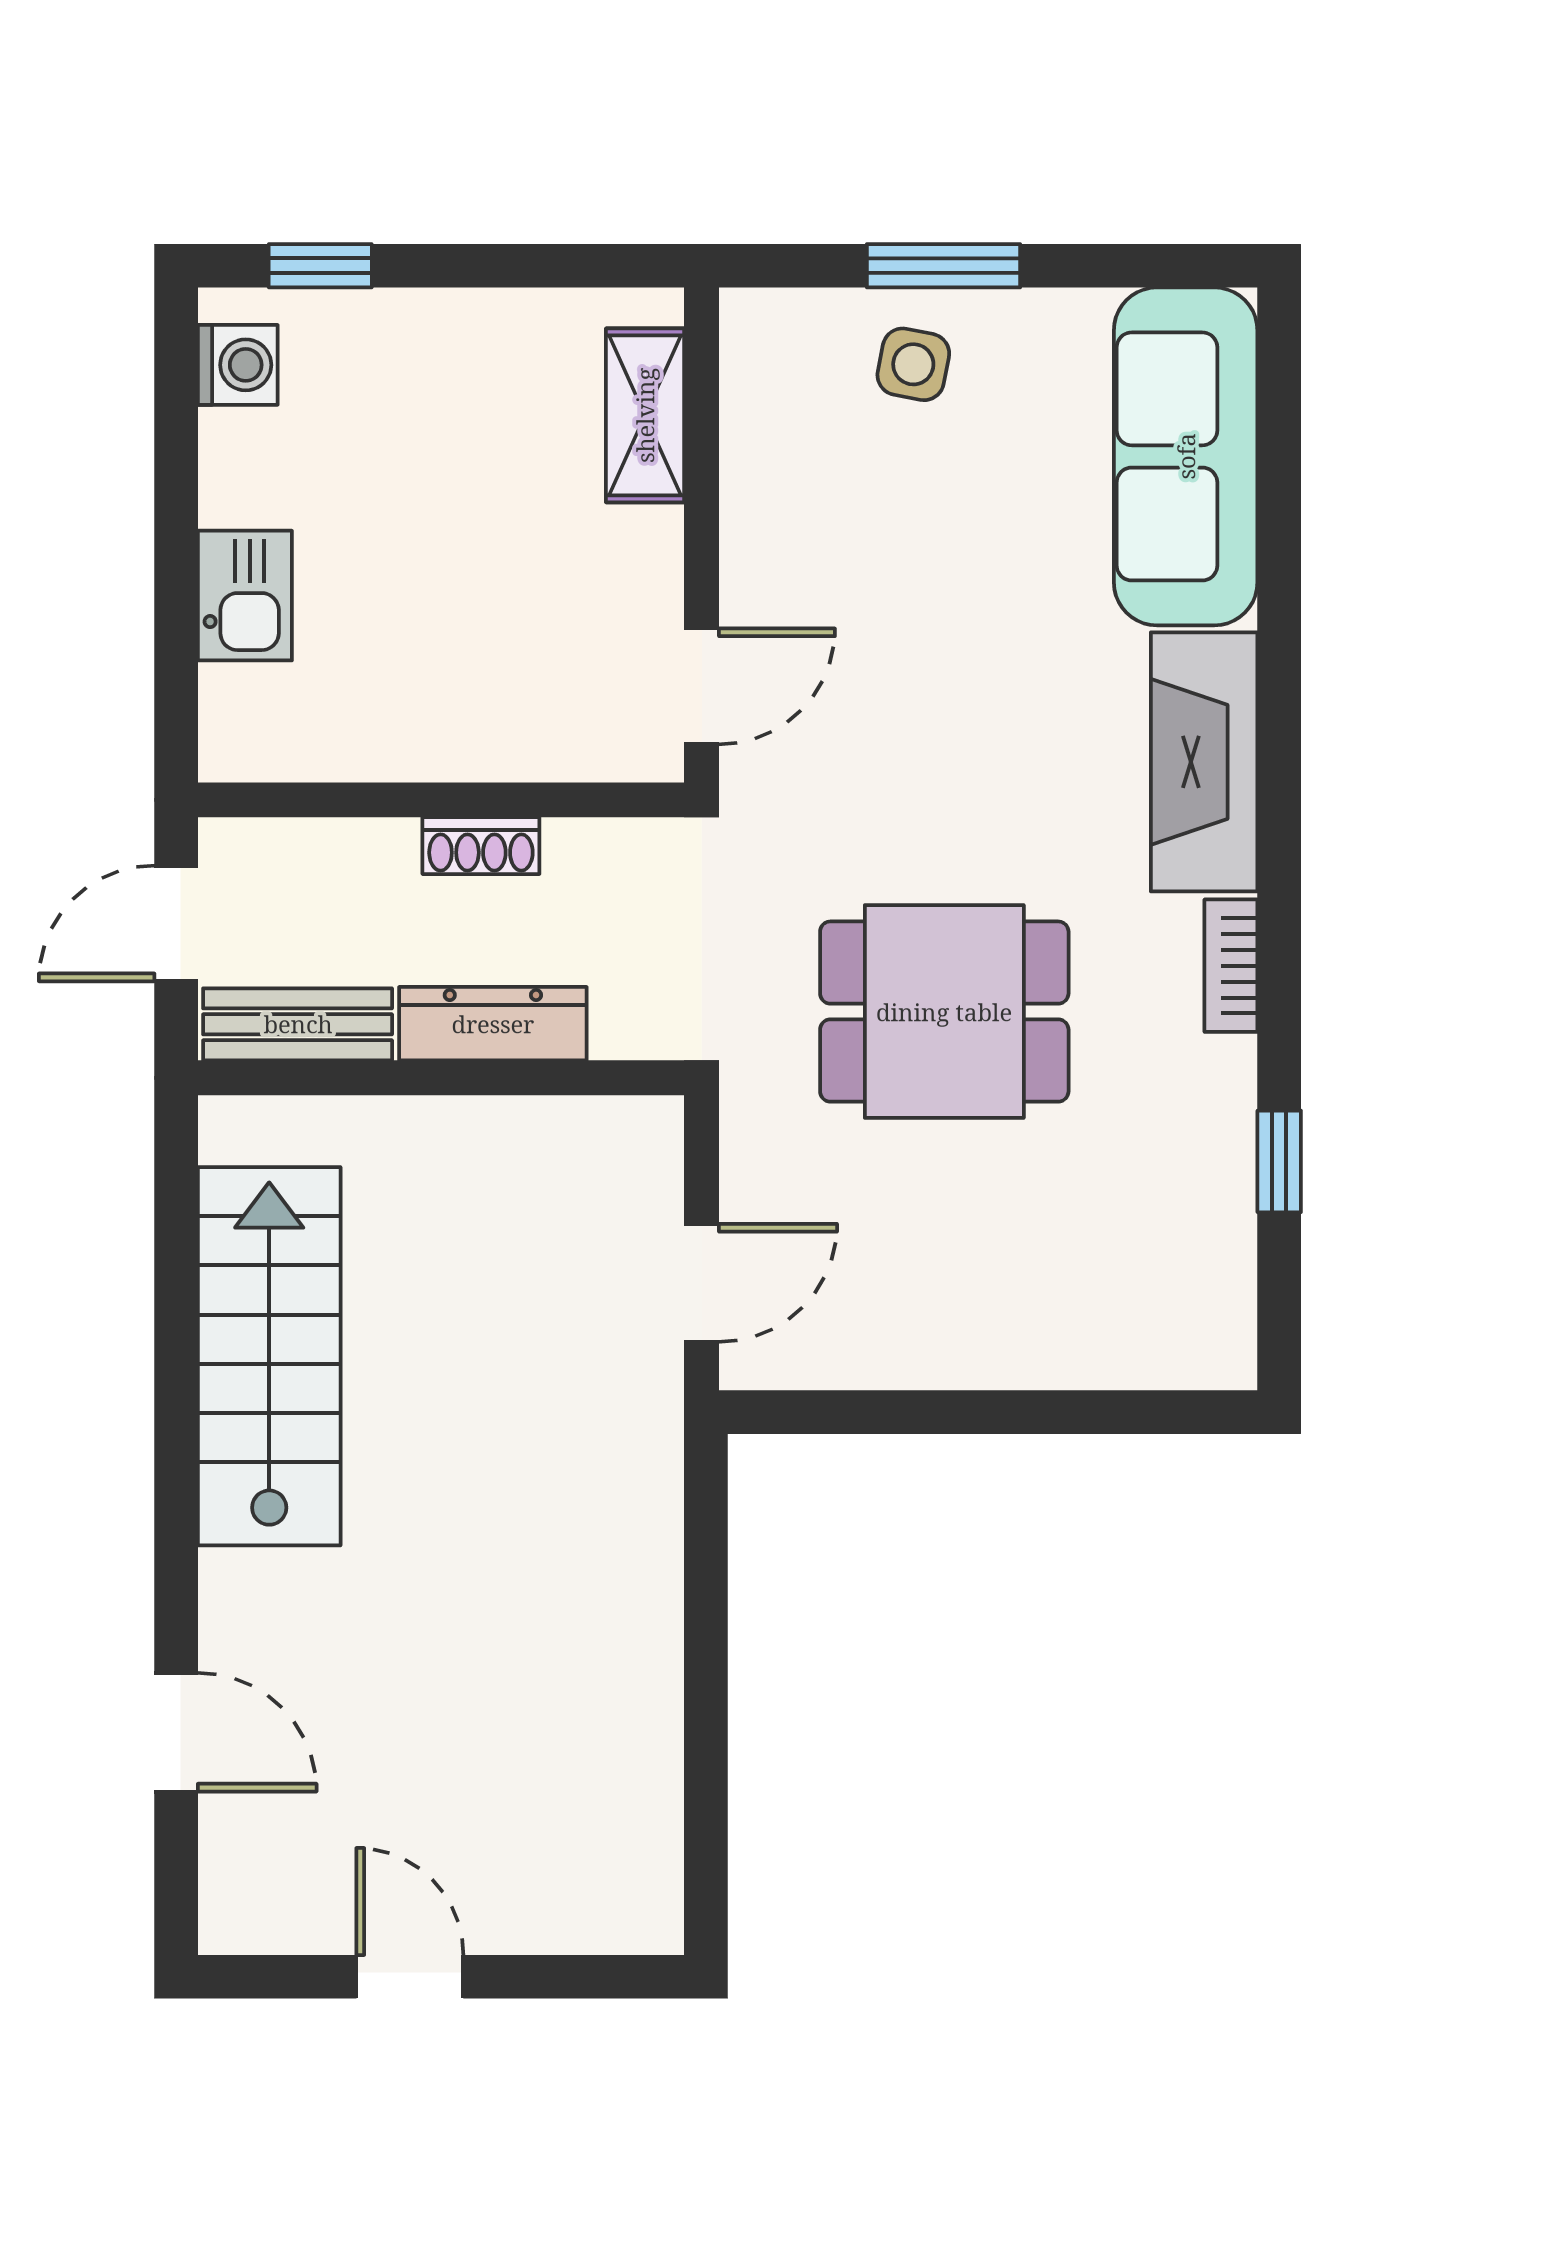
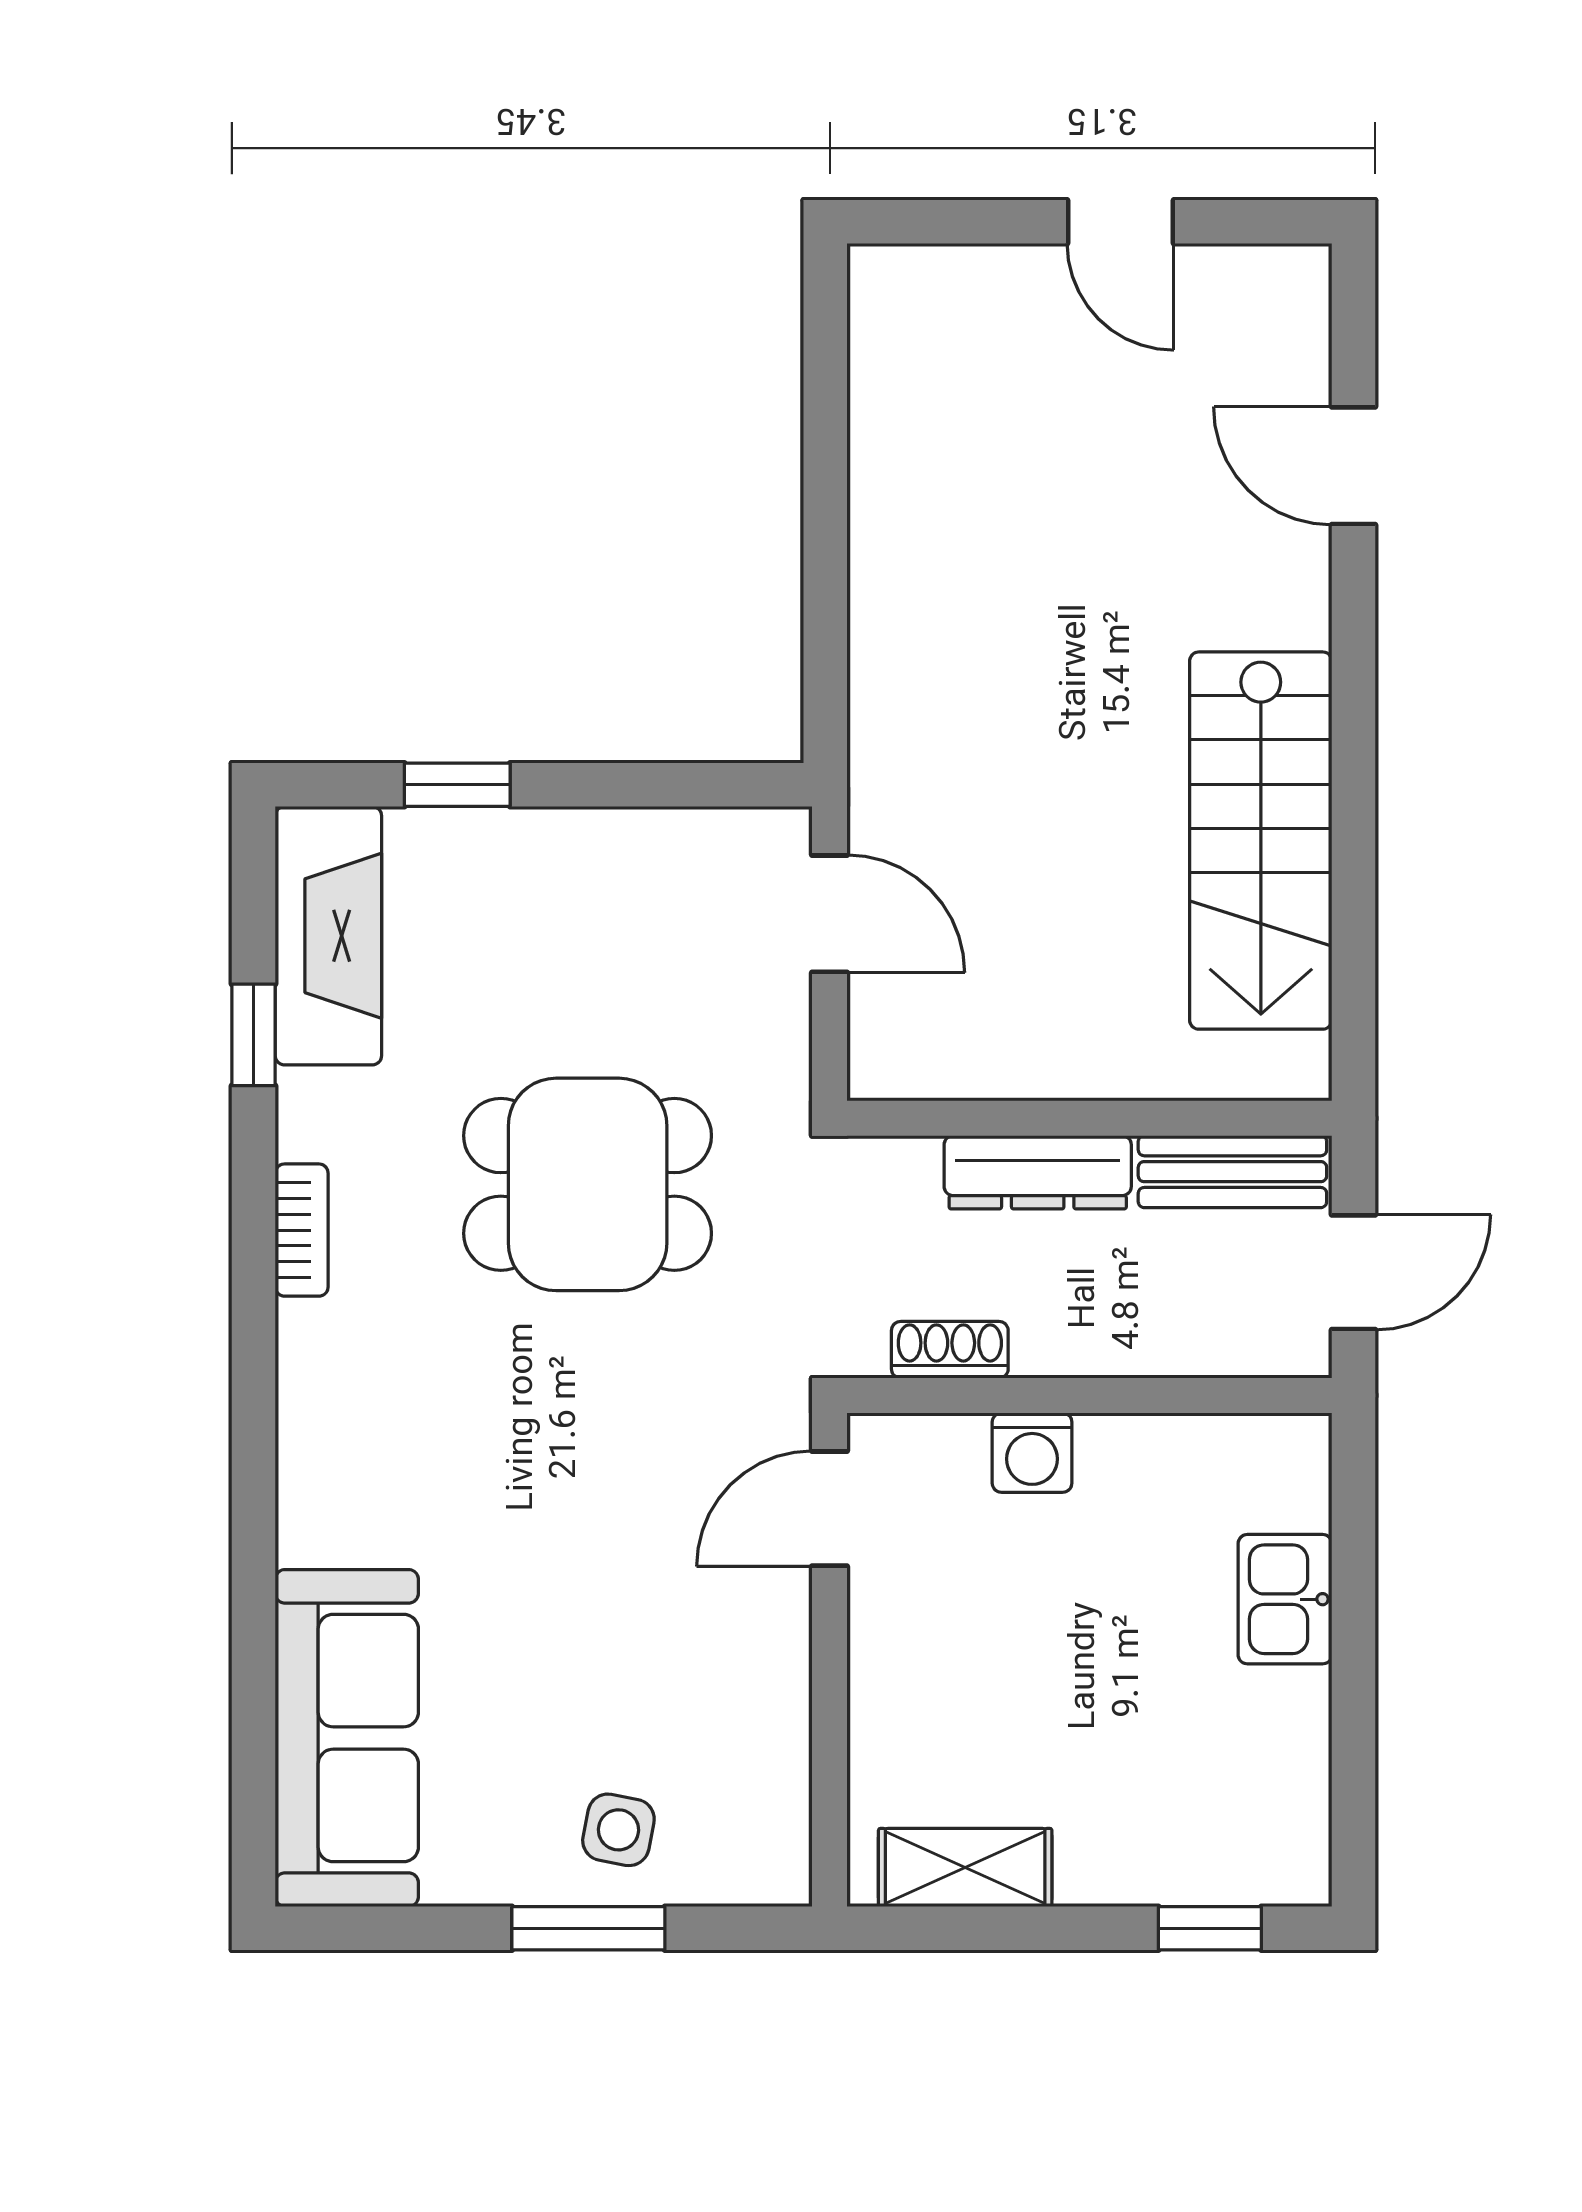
washing machine: (238, 365) -> (1032, 1453), moved, turned -90
shelving: (645, 415) -> (965, 1867), moved, turned 90
fireplace: (1204, 762) -> (328, 936), moved
shoe rack: (481, 846) -> (950, 1350), moved
door: (702, 1283) -> (830, 914), swing flipped
window: (1075, 1412) -> (457, 785), added

